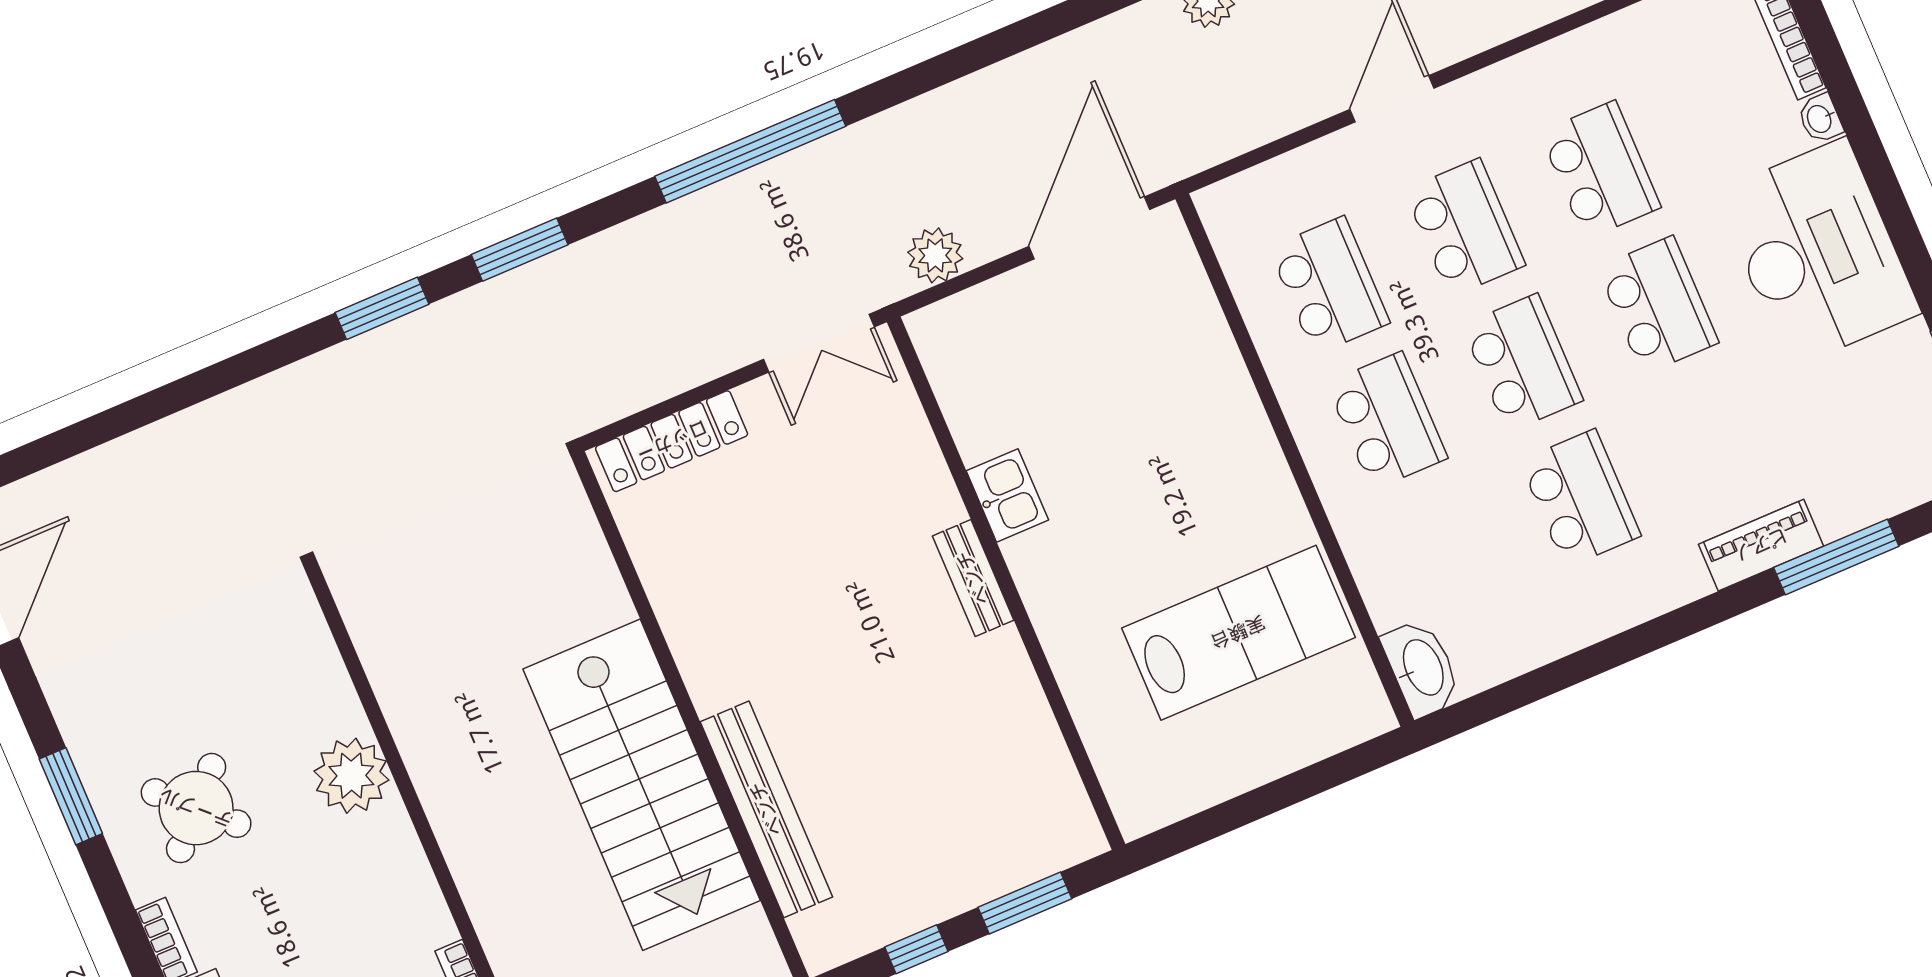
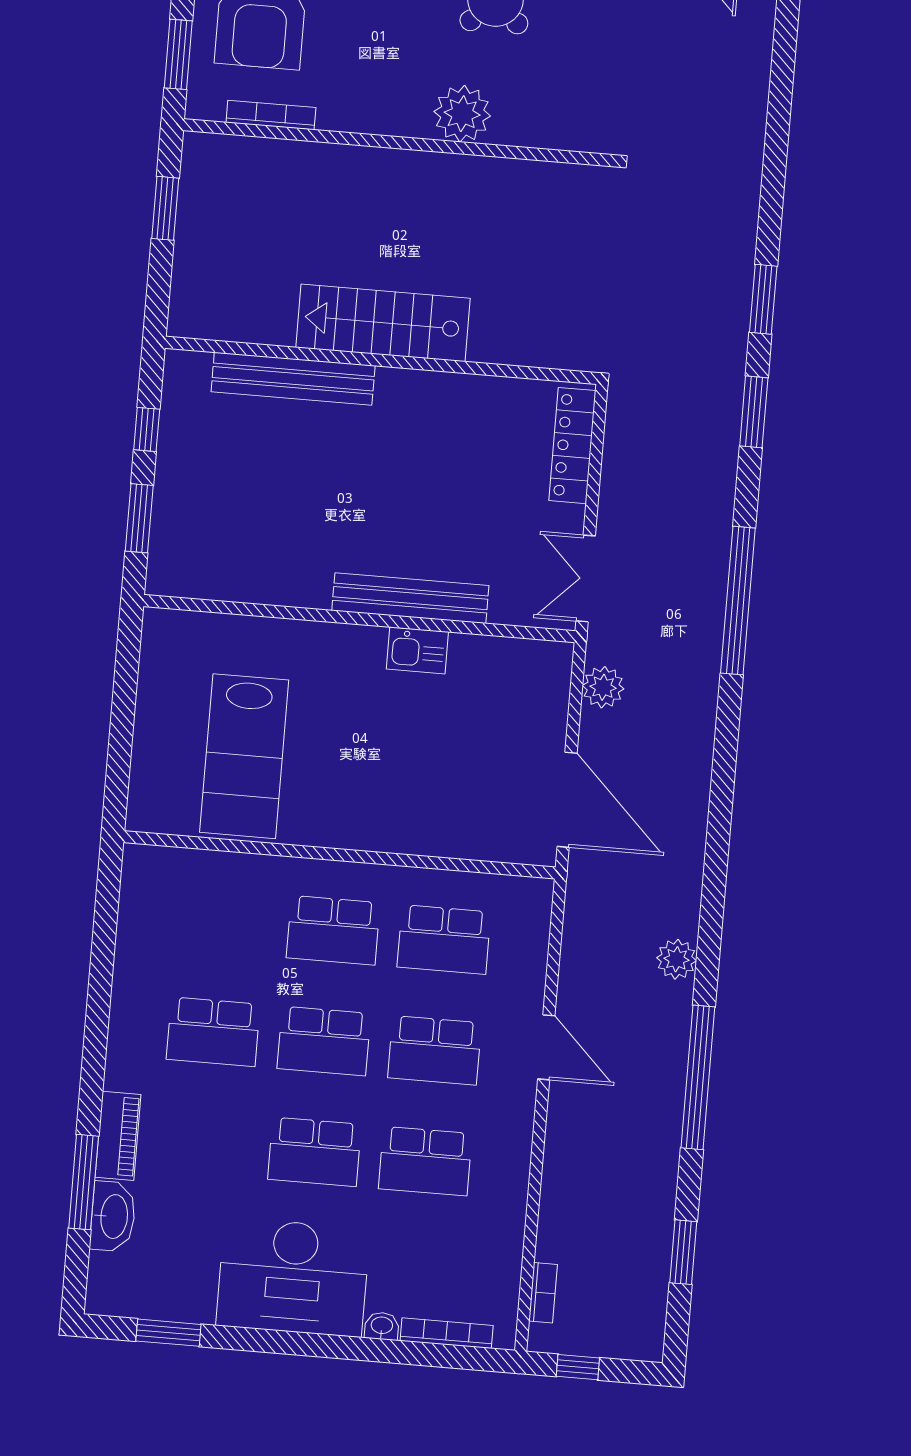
bench: (973, 578) -> (410, 598), width x1.86, depth x1.21
washbasin: (1422, 668) -> (113, 1216), moved, turned -90
stairs: (642, 785) -> (383, 323), width x0.73, depth x0.66

